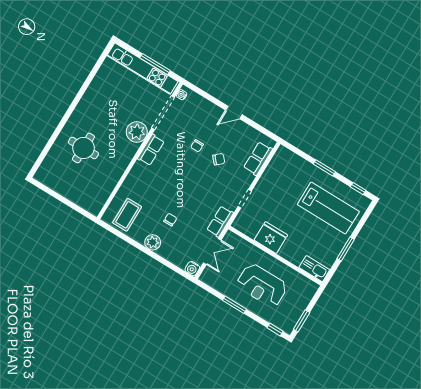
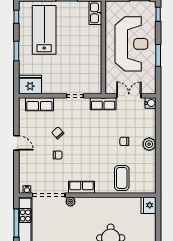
plant: (137, 132) -> (70, 202), width x0.53, depth x0.53
fridge: (93, 205) -> (149, 205), added
coffee table: (127, 215) -> (122, 178), moved, turned 90
fridge: (271, 238) -> (30, 85), moved, turned 90
reception desk: (262, 285) -> (131, 44), width x1.36, depth x1.30

